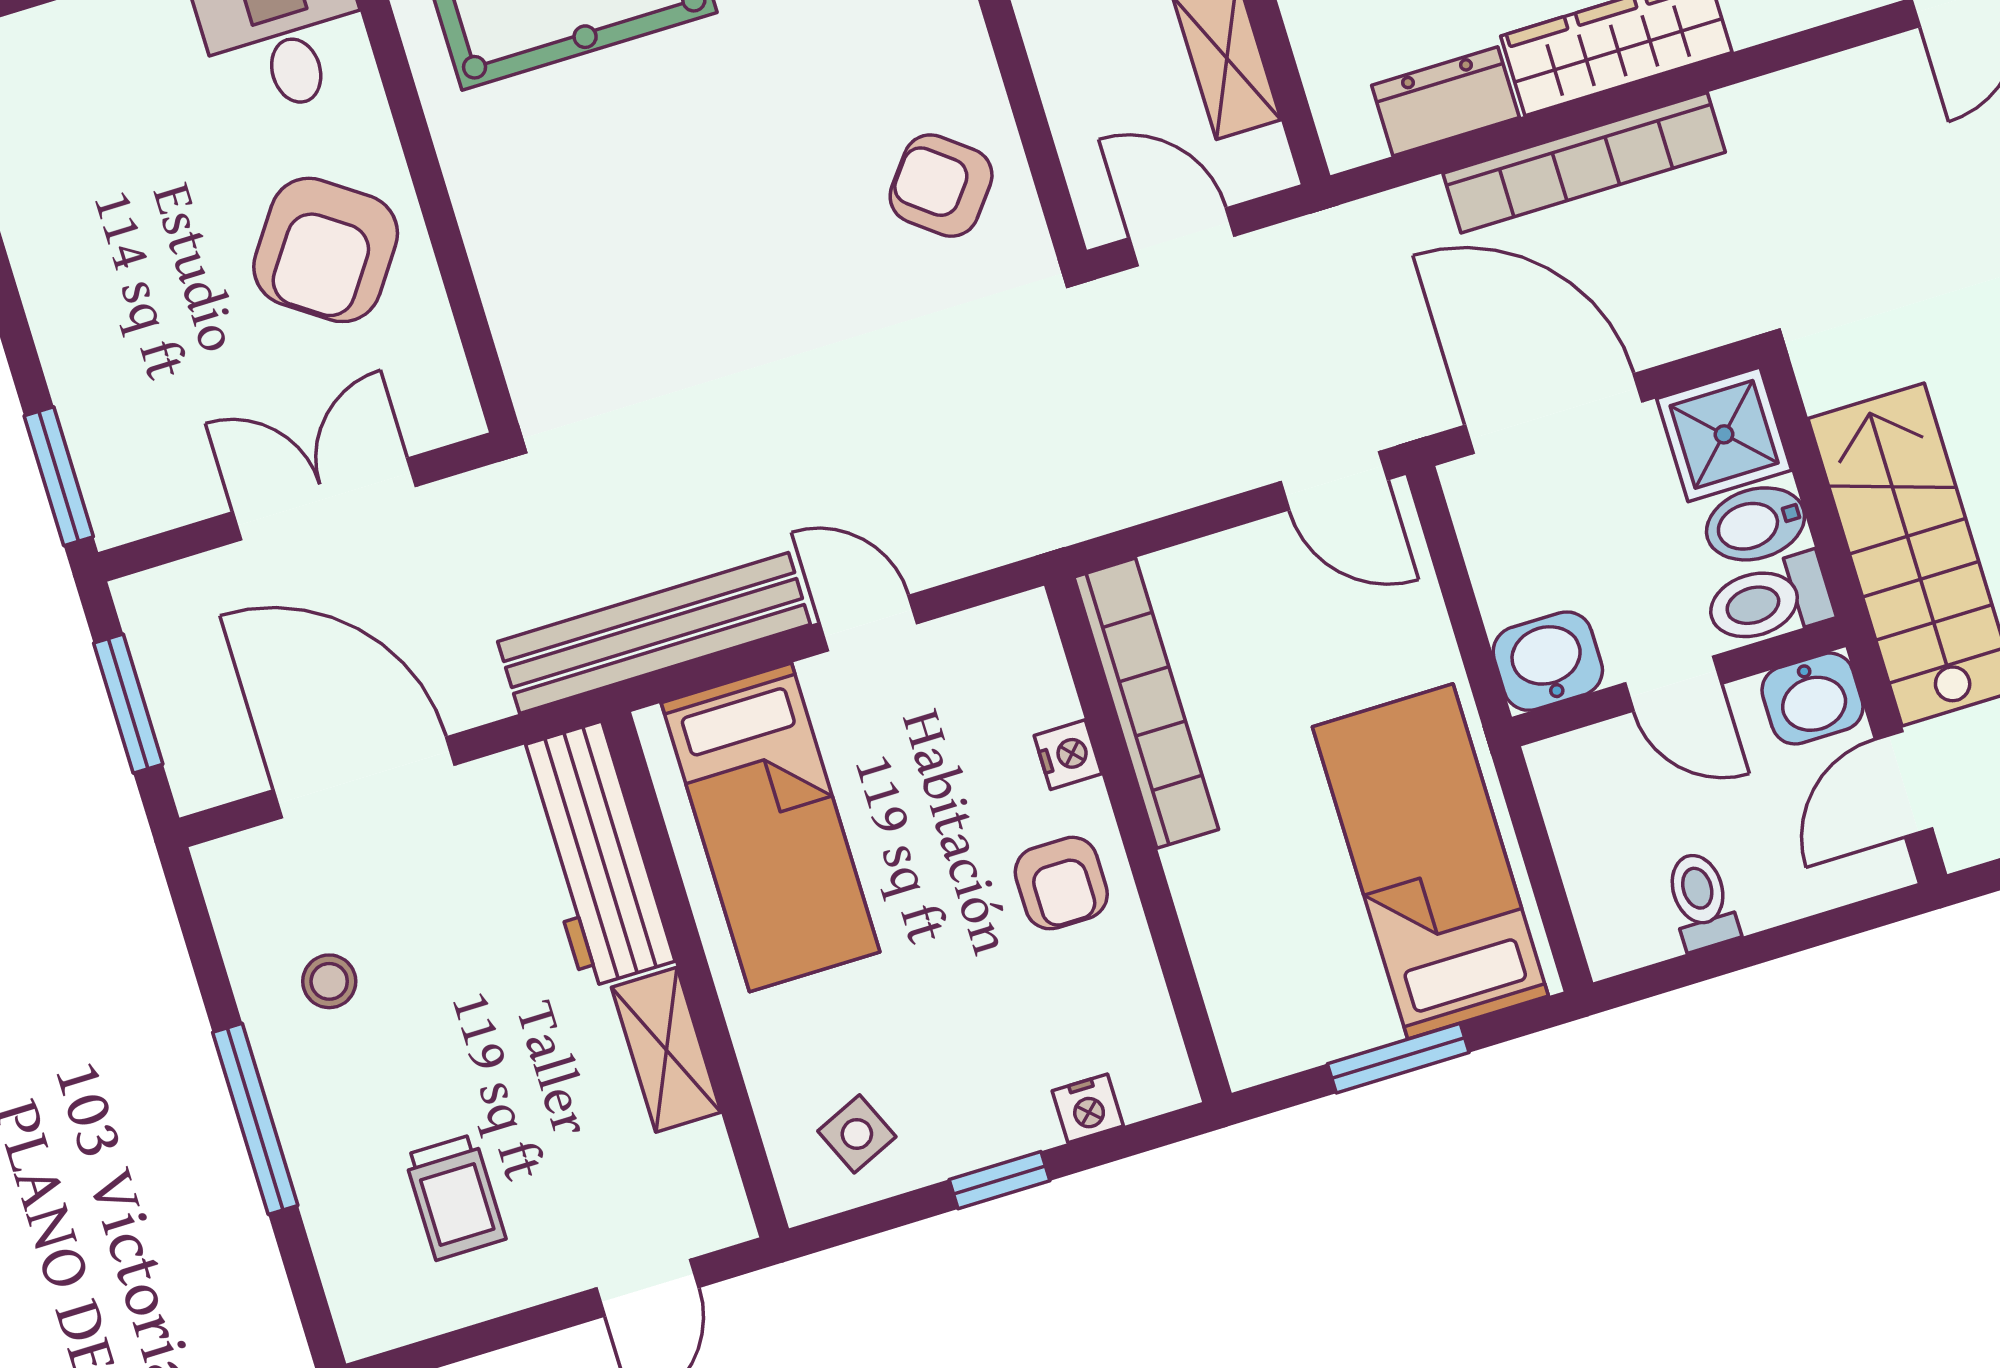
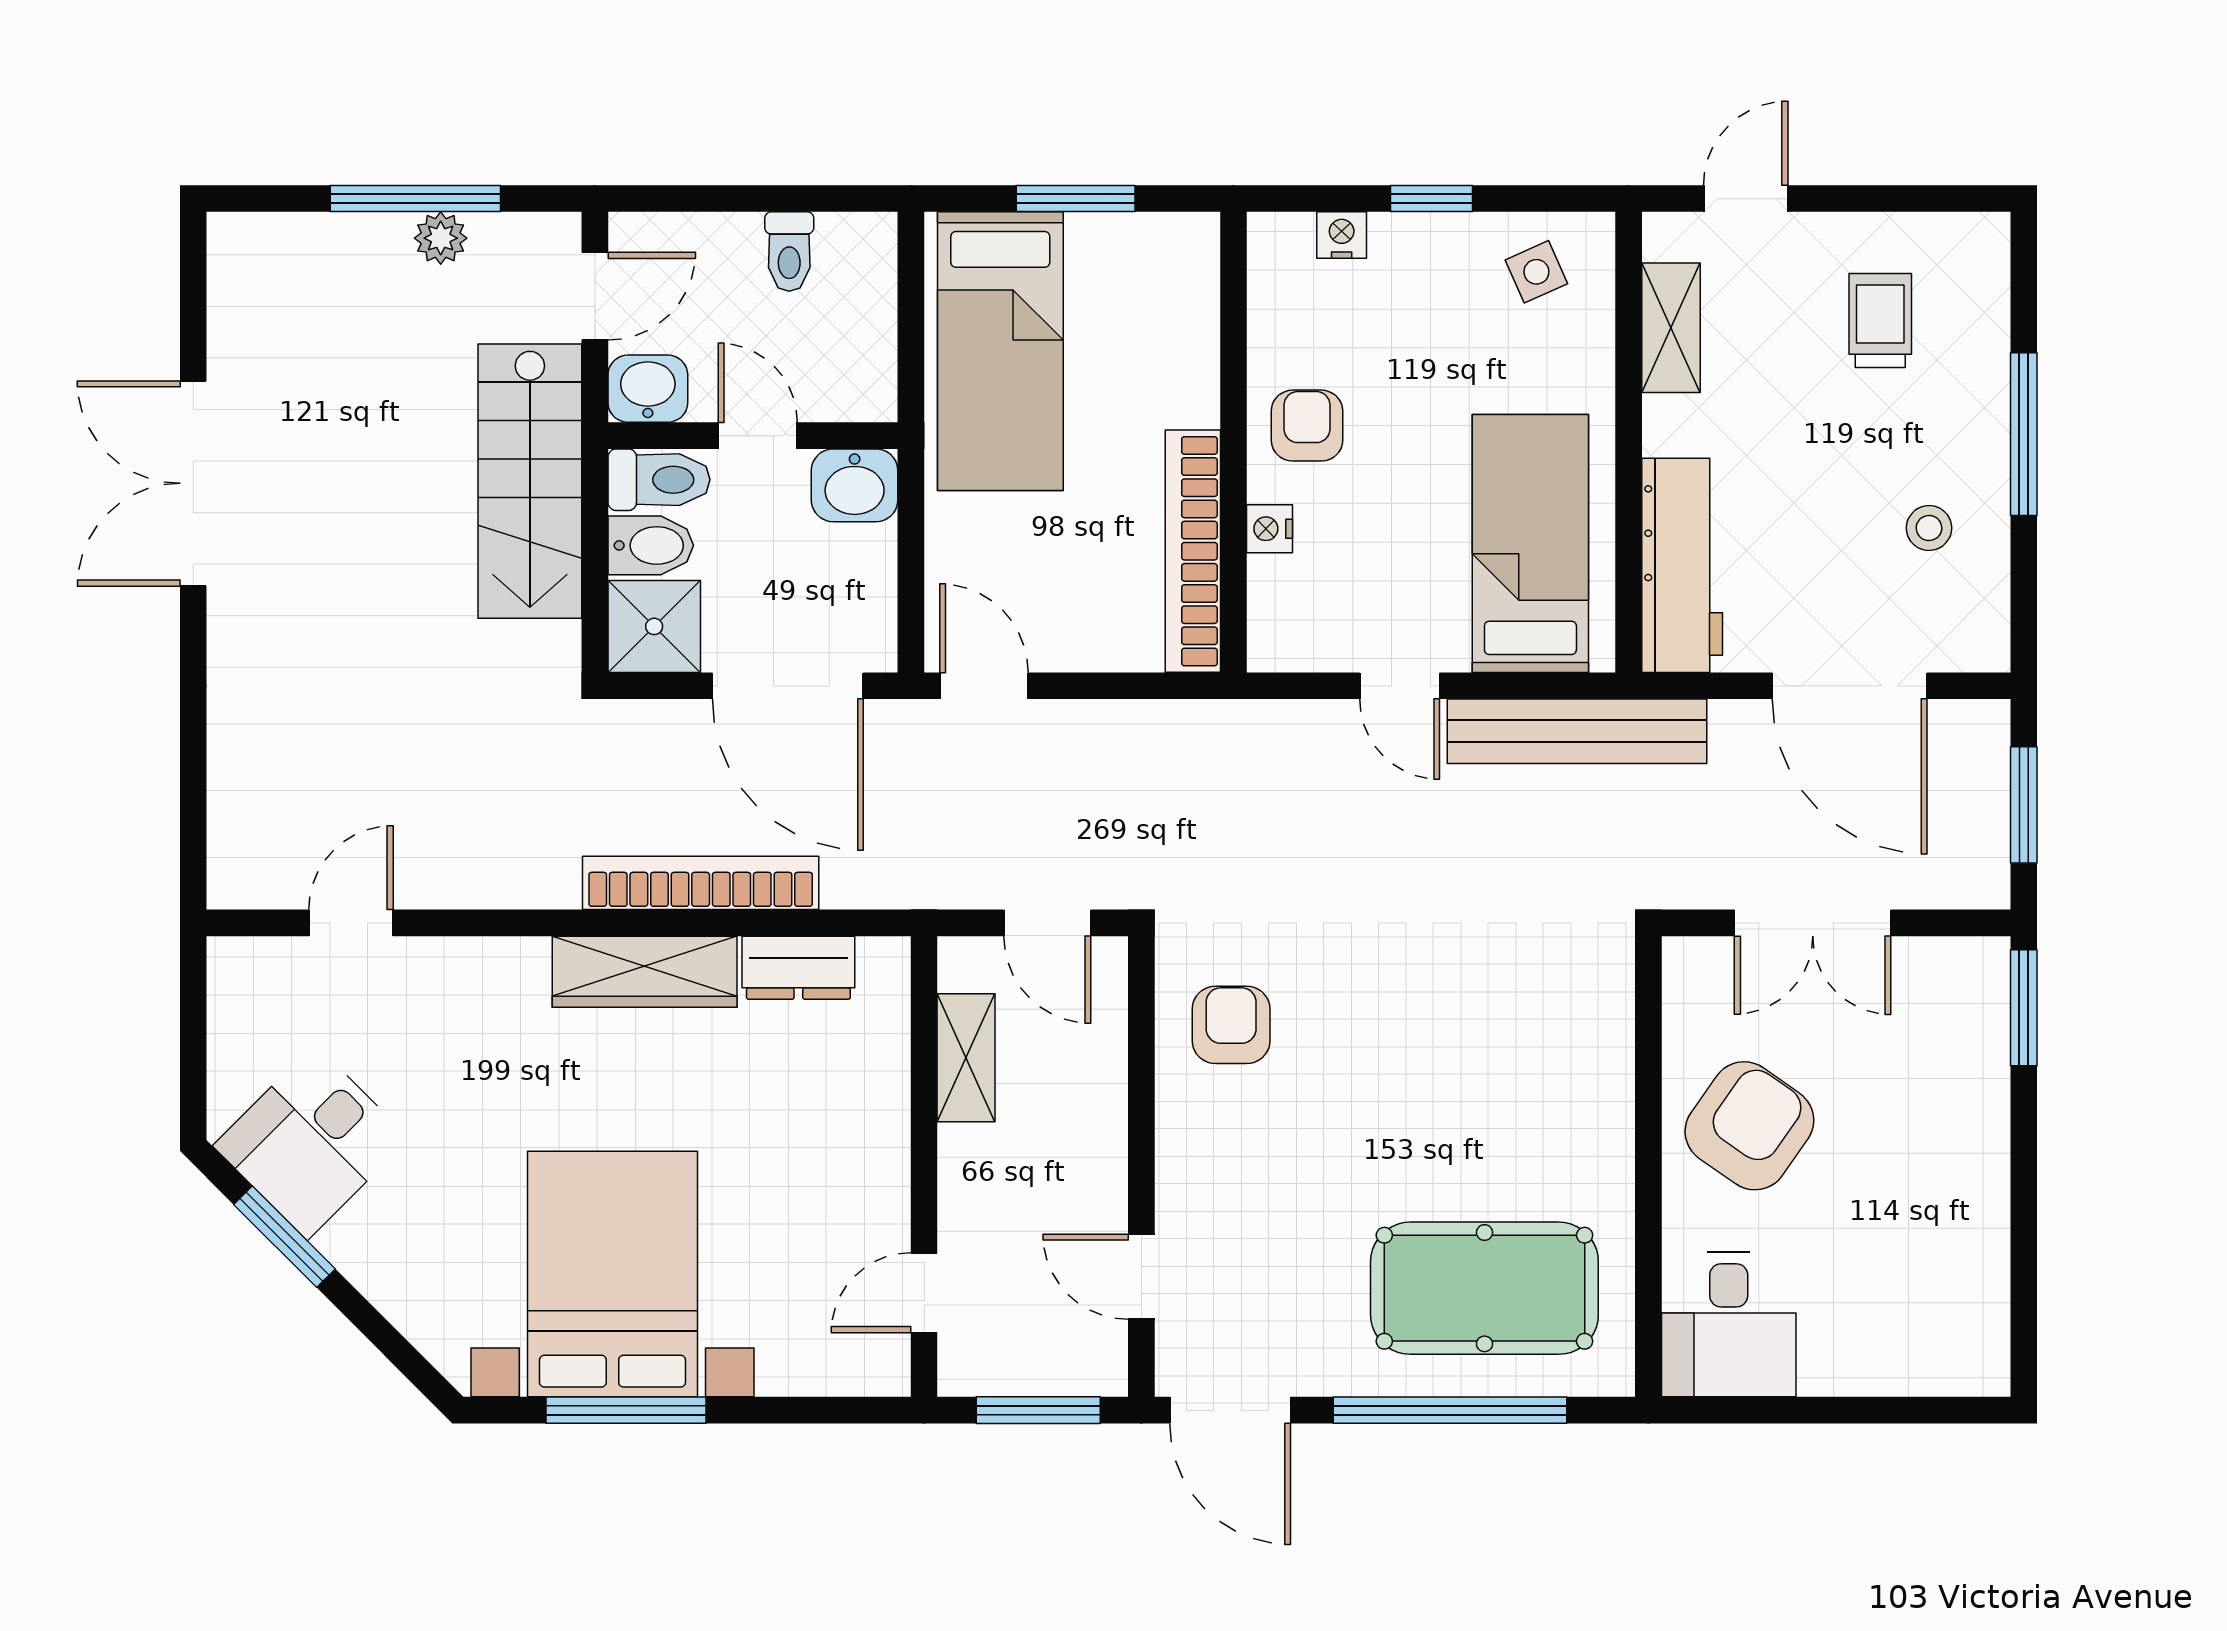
armchair: (941, 186) -> (1231, 1025), turned -128
shelving: (666, 1050) -> (1671, 328), moved

